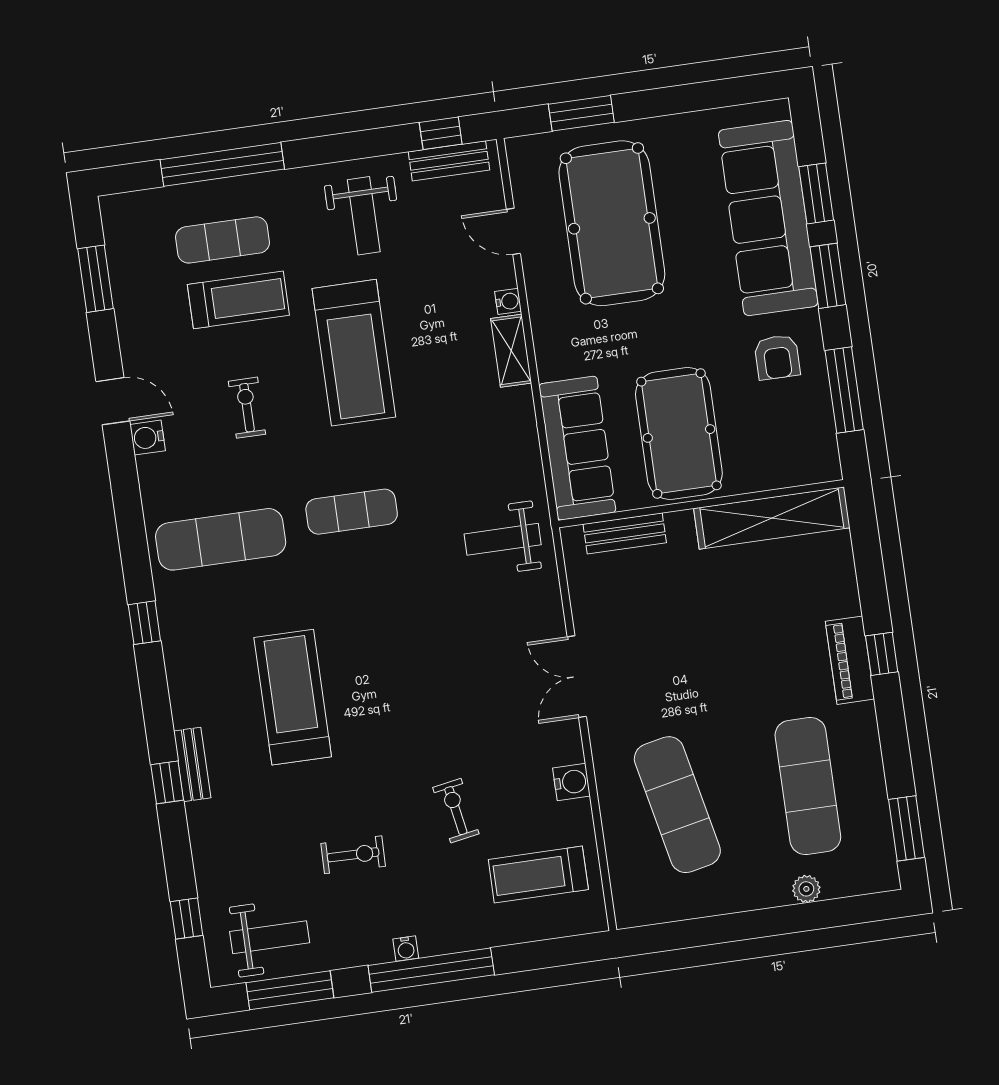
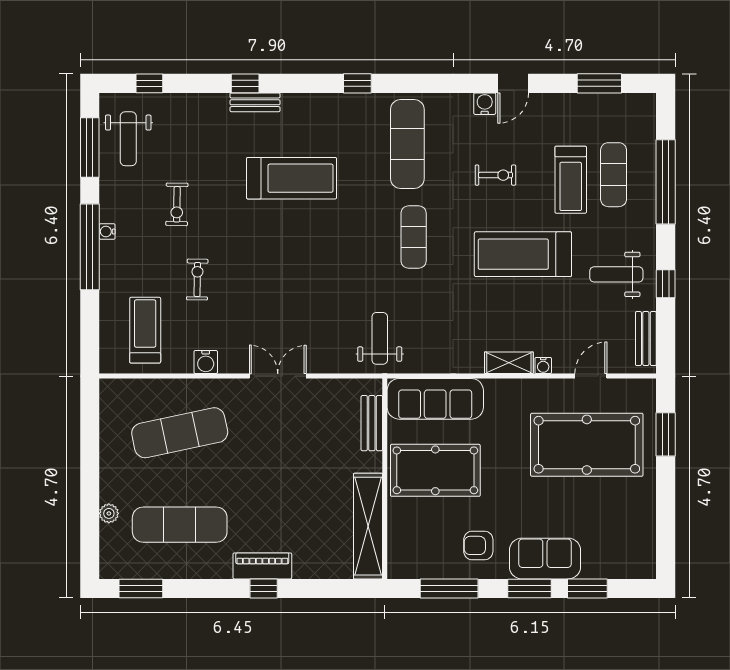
window: (441, 133) -> (666, 284), moved
sofa: (768, 218) -> (545, 559), width x0.54, depth x0.79
exercise bike: (456, 811) -> (197, 280), turned -79

